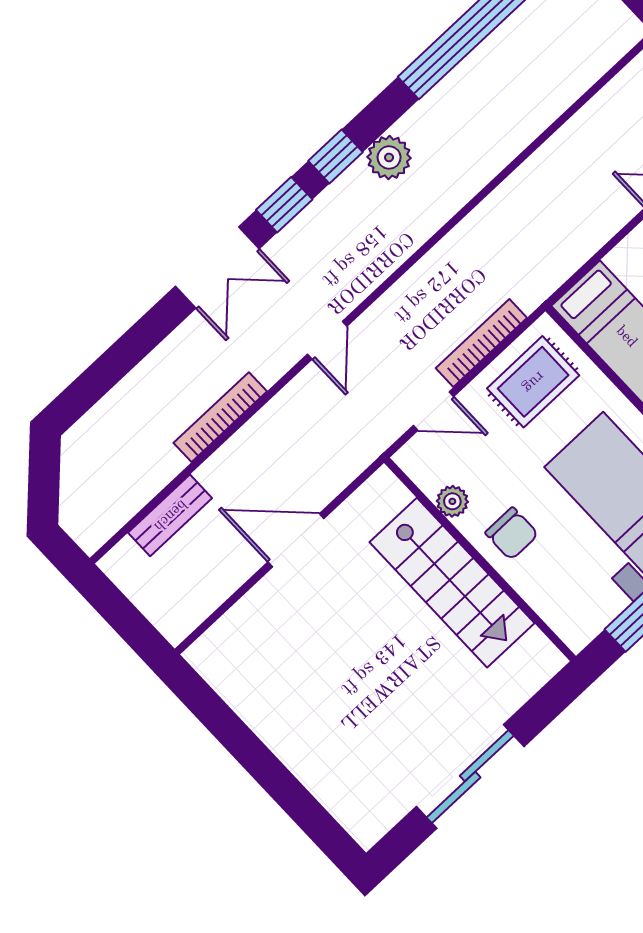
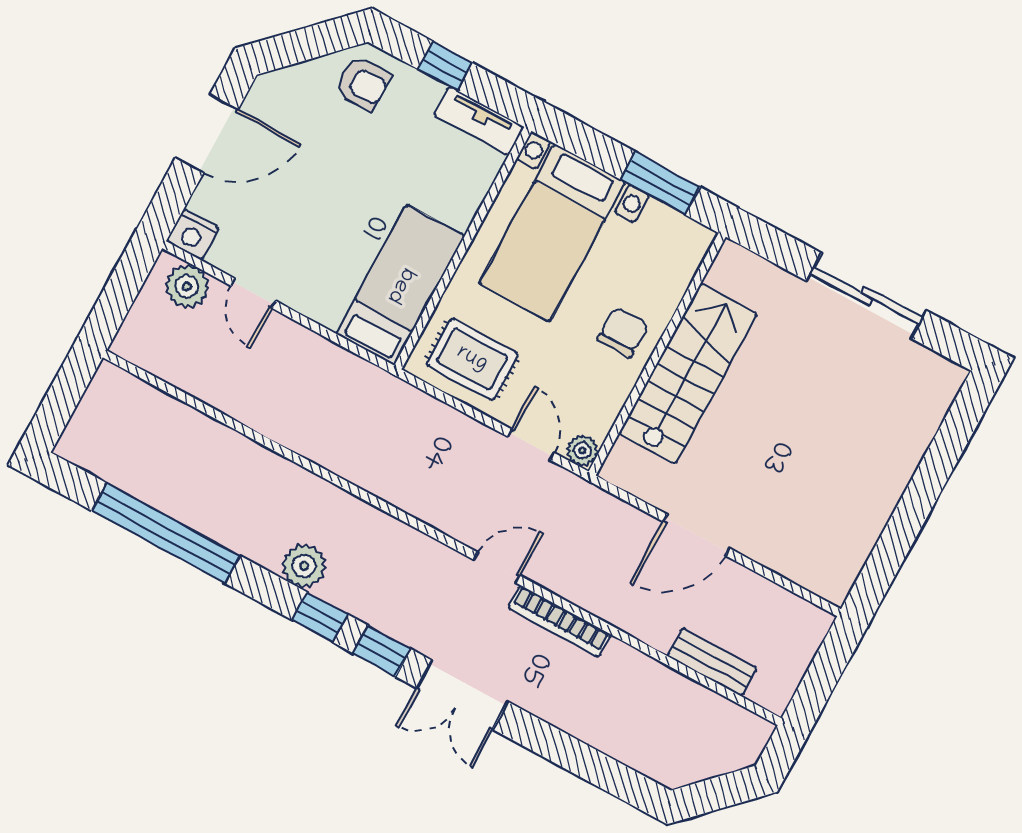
double door: (217, 268) -> (462, 695), swing flipped
bookcase: (481, 343) -> (451, 420), removed
bookcase: (220, 417) -> (559, 621), moved
plant: (452, 501) -> (582, 450), moved
door: (296, 540) -> (696, 535), hinge flipped

